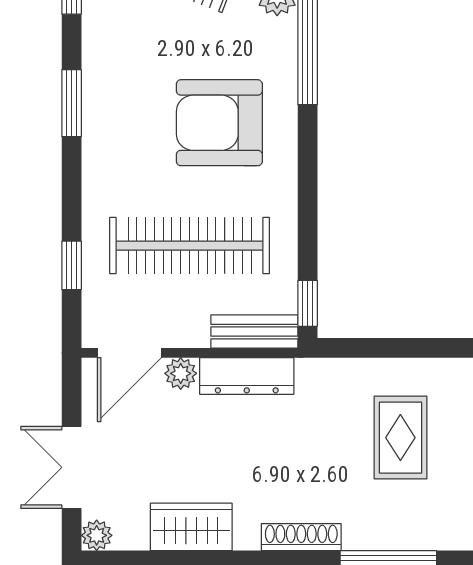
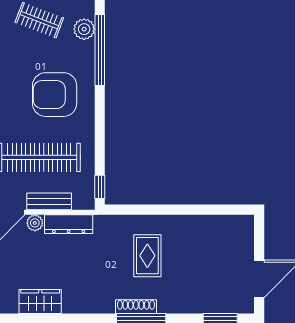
bench: (254, 332) -> (49, 201), moved
shoe rack: (301, 537) -> (136, 307), moved

